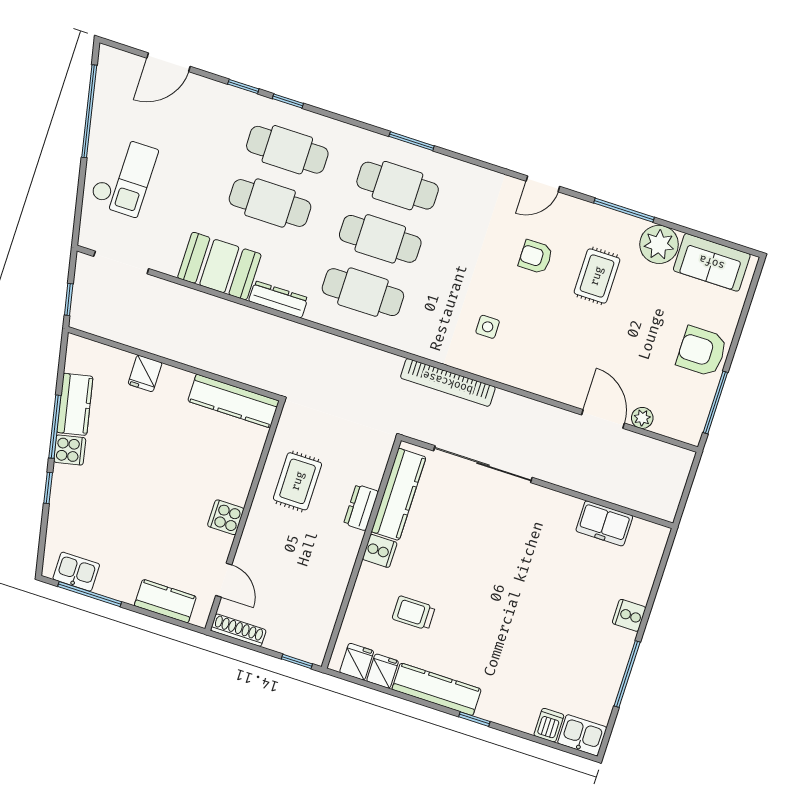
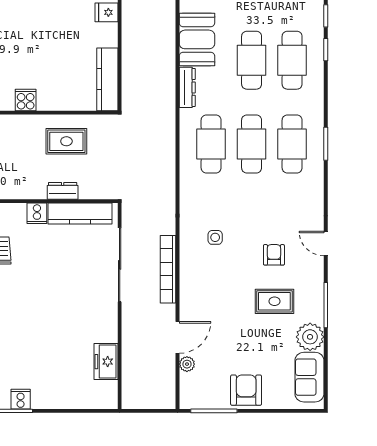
bookcase: (448, 382) -> (168, 269), moved
cooker: (629, 615) -> (21, 399), moved

